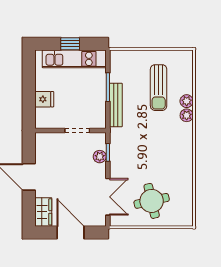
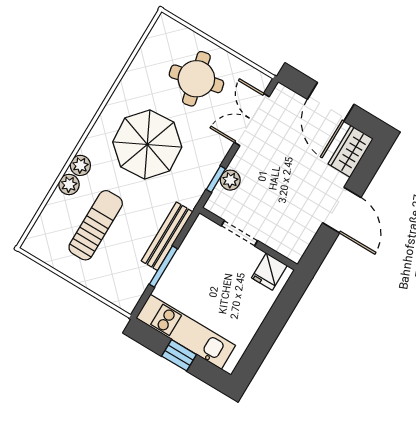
fridge: (44, 99) -> (269, 272), moved, turned -90
parasol: (157, 149) -> (147, 144), added

